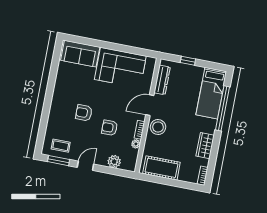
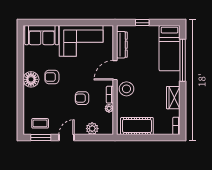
floor lamp: (60, 98) -> (31, 79), added
armchair: (84, 113) -> (52, 77), moved

